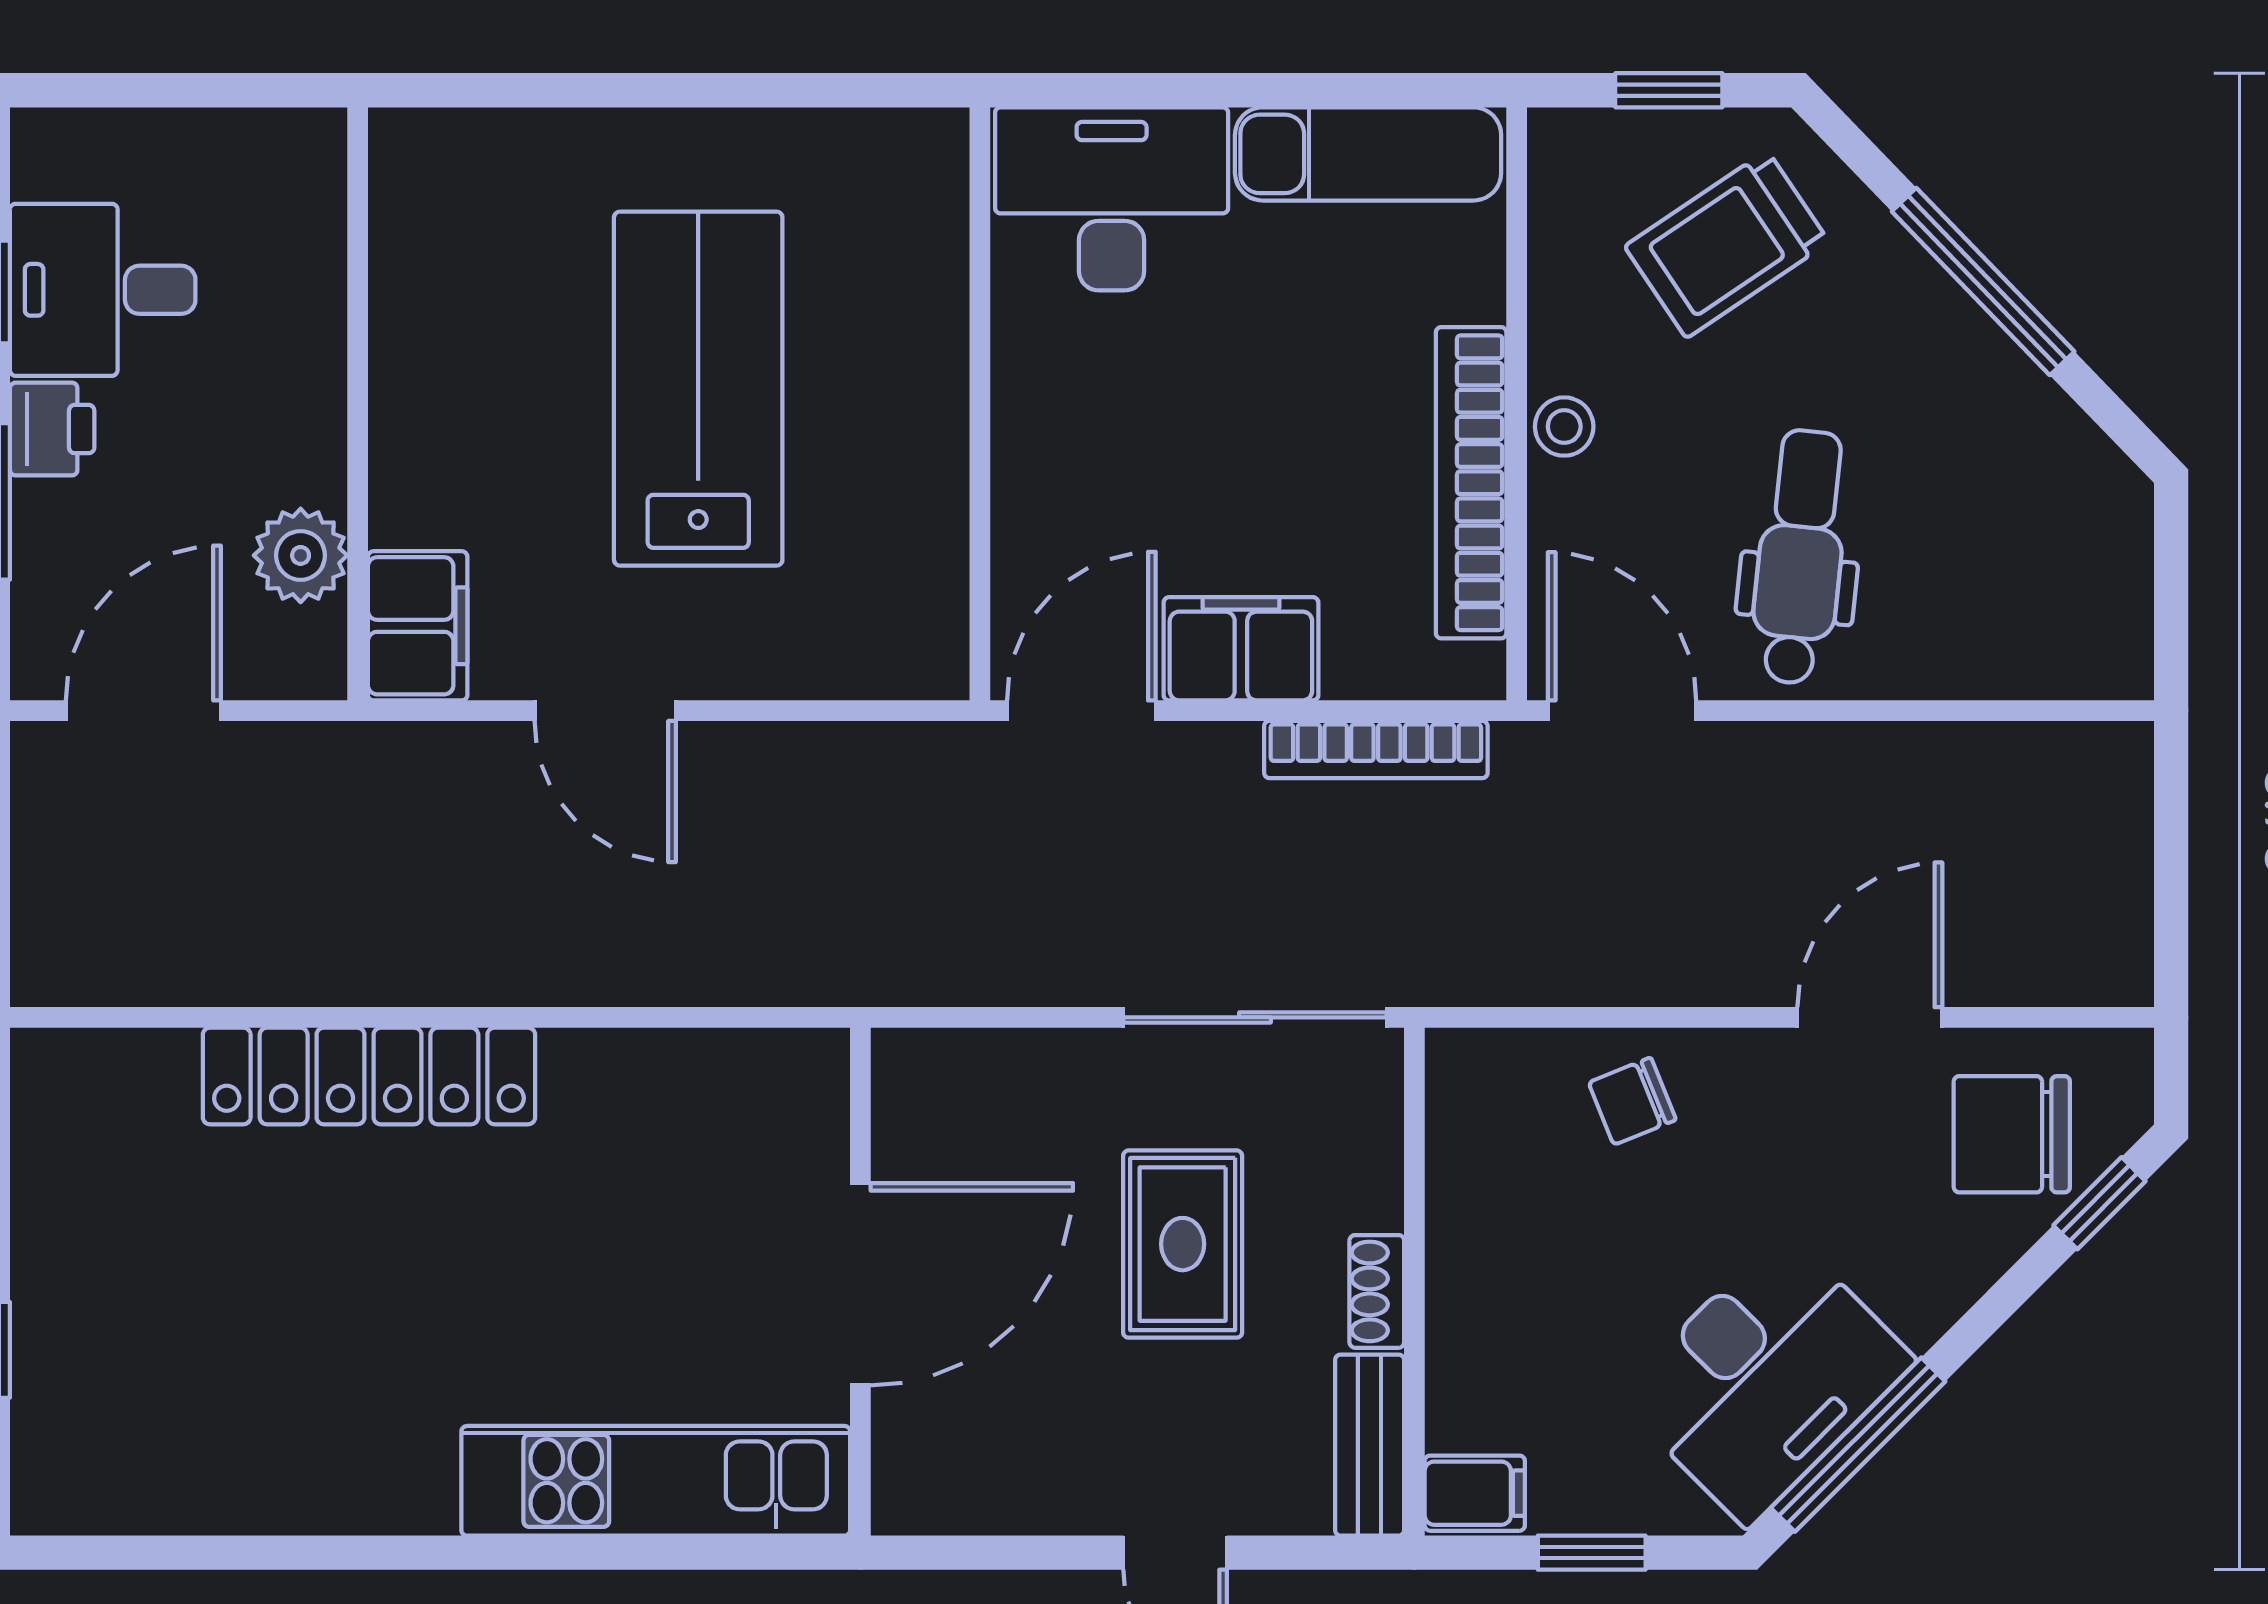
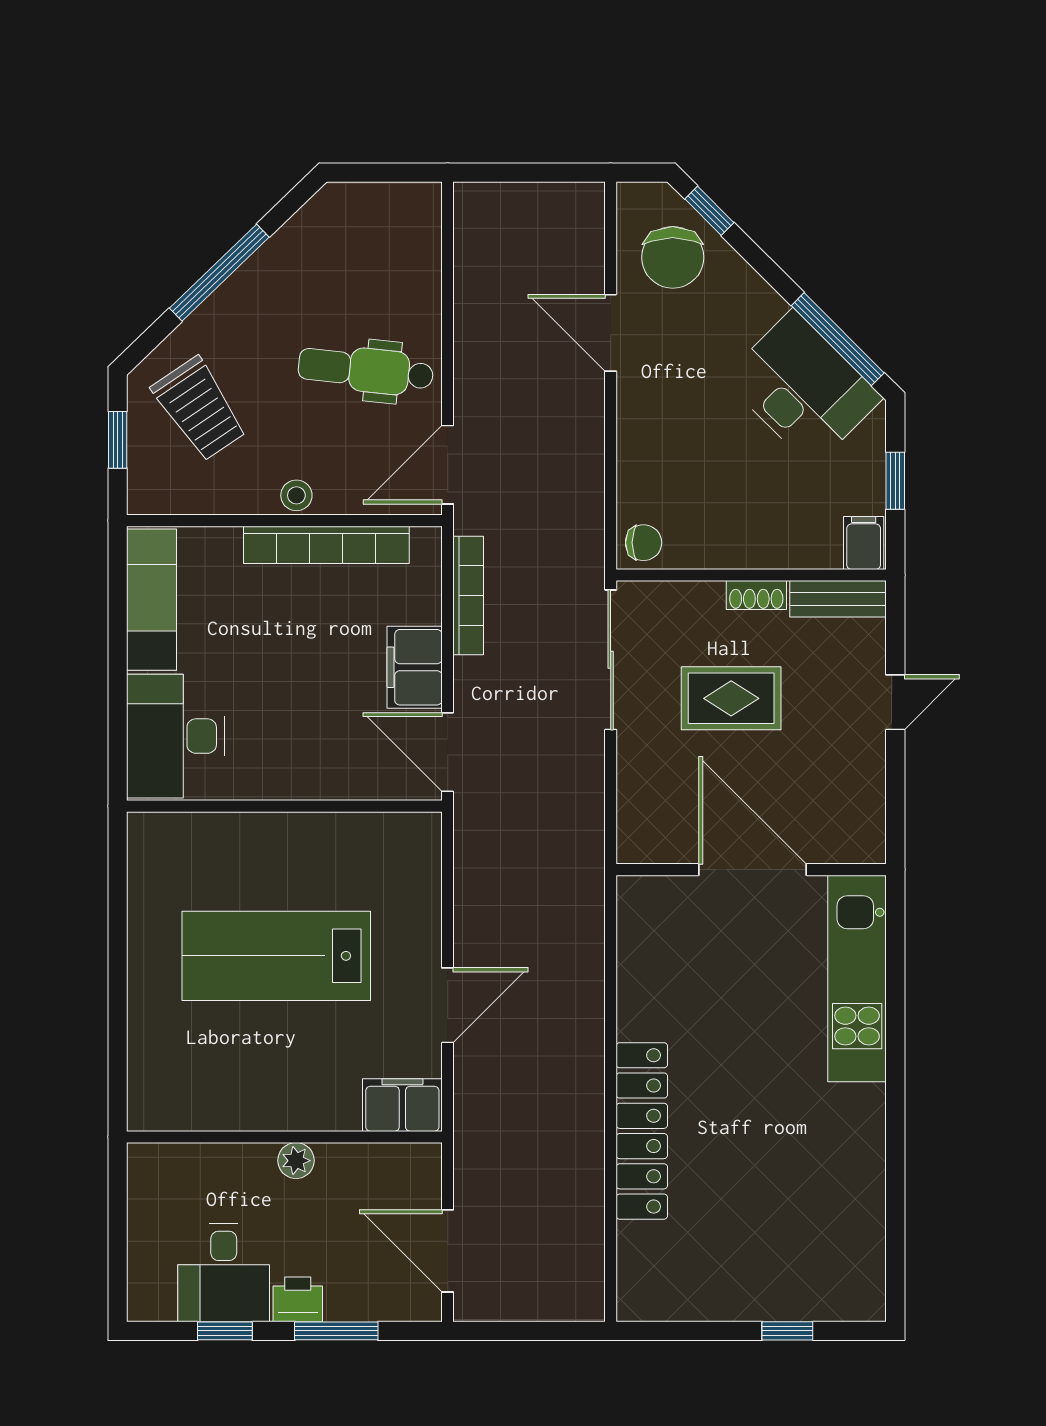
plant: (301, 555) -> (296, 1161), moved, width x0.73, depth x0.73
chair: (1632, 1101) -> (644, 543), moved, turned -68

